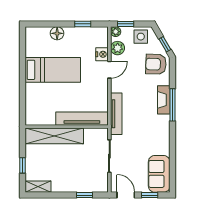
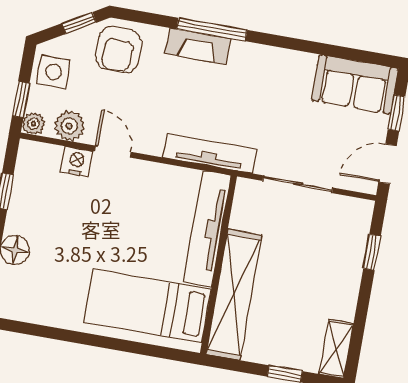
bed: (53, 70) -> (147, 306), moved, turned -90

